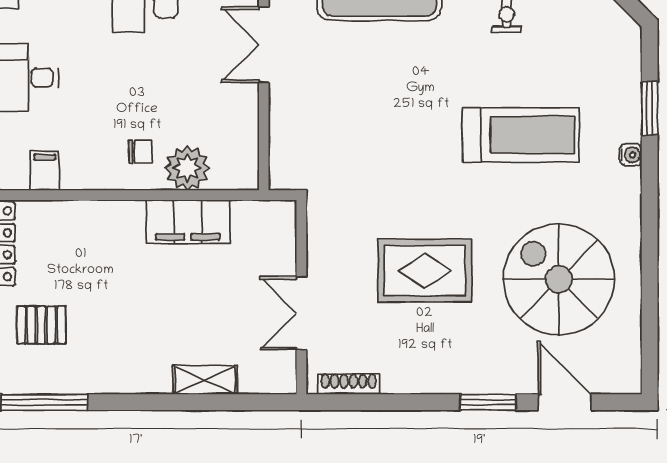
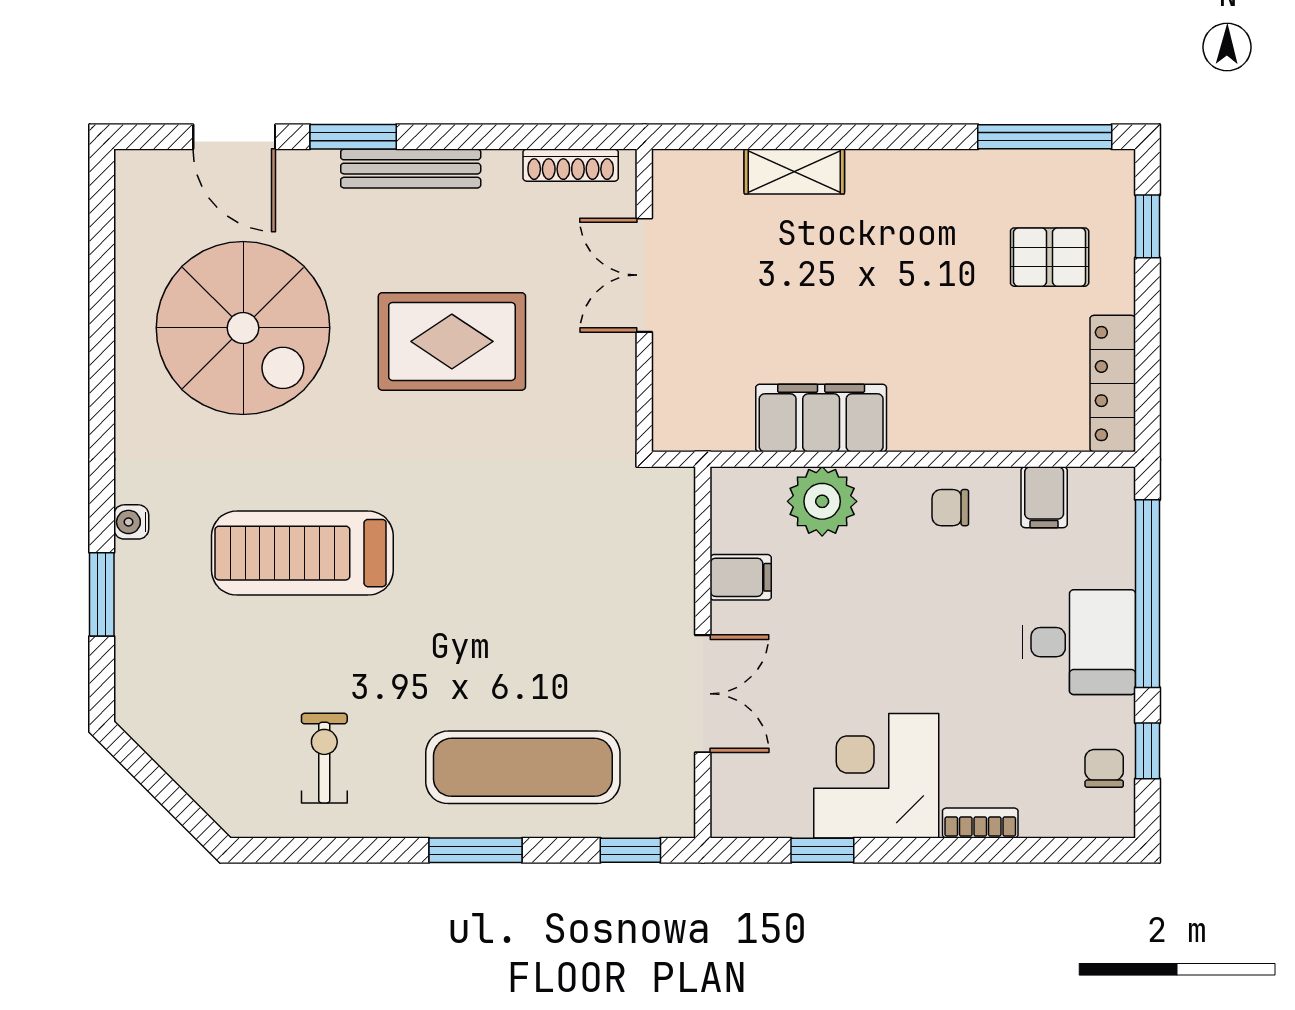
filing cabinet: (239, 119) -> (741, 577), added
chair: (141, 152) -> (950, 508), moved
double door: (301, 313) -> (644, 275), swing flipped
bench: (451, 382) -> (411, 169), added

